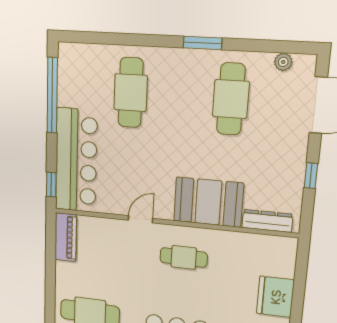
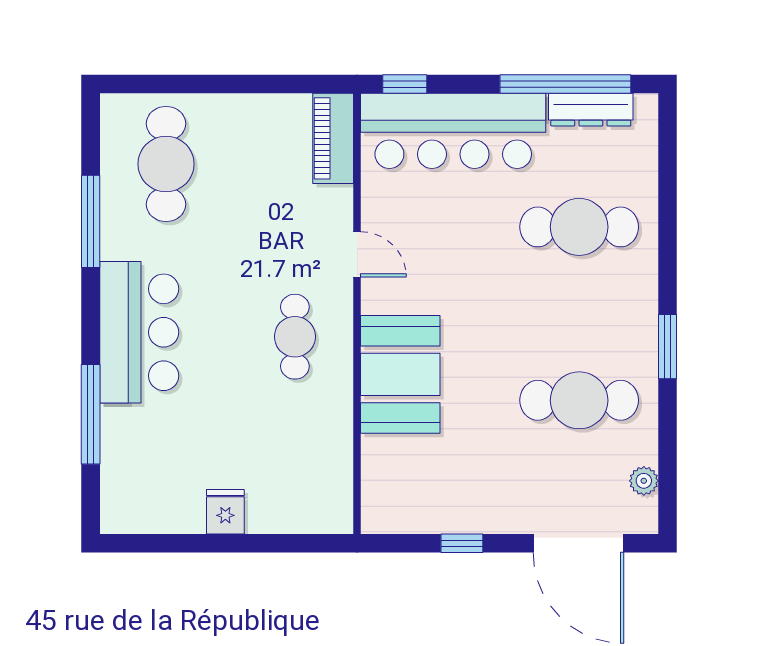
dresser: (267, 221) -> (591, 110), moved, turned 90
piano: (66, 237) -> (333, 138), moved, turned 90
fridge: (275, 297) -> (225, 512), width x0.53, depth x0.75

